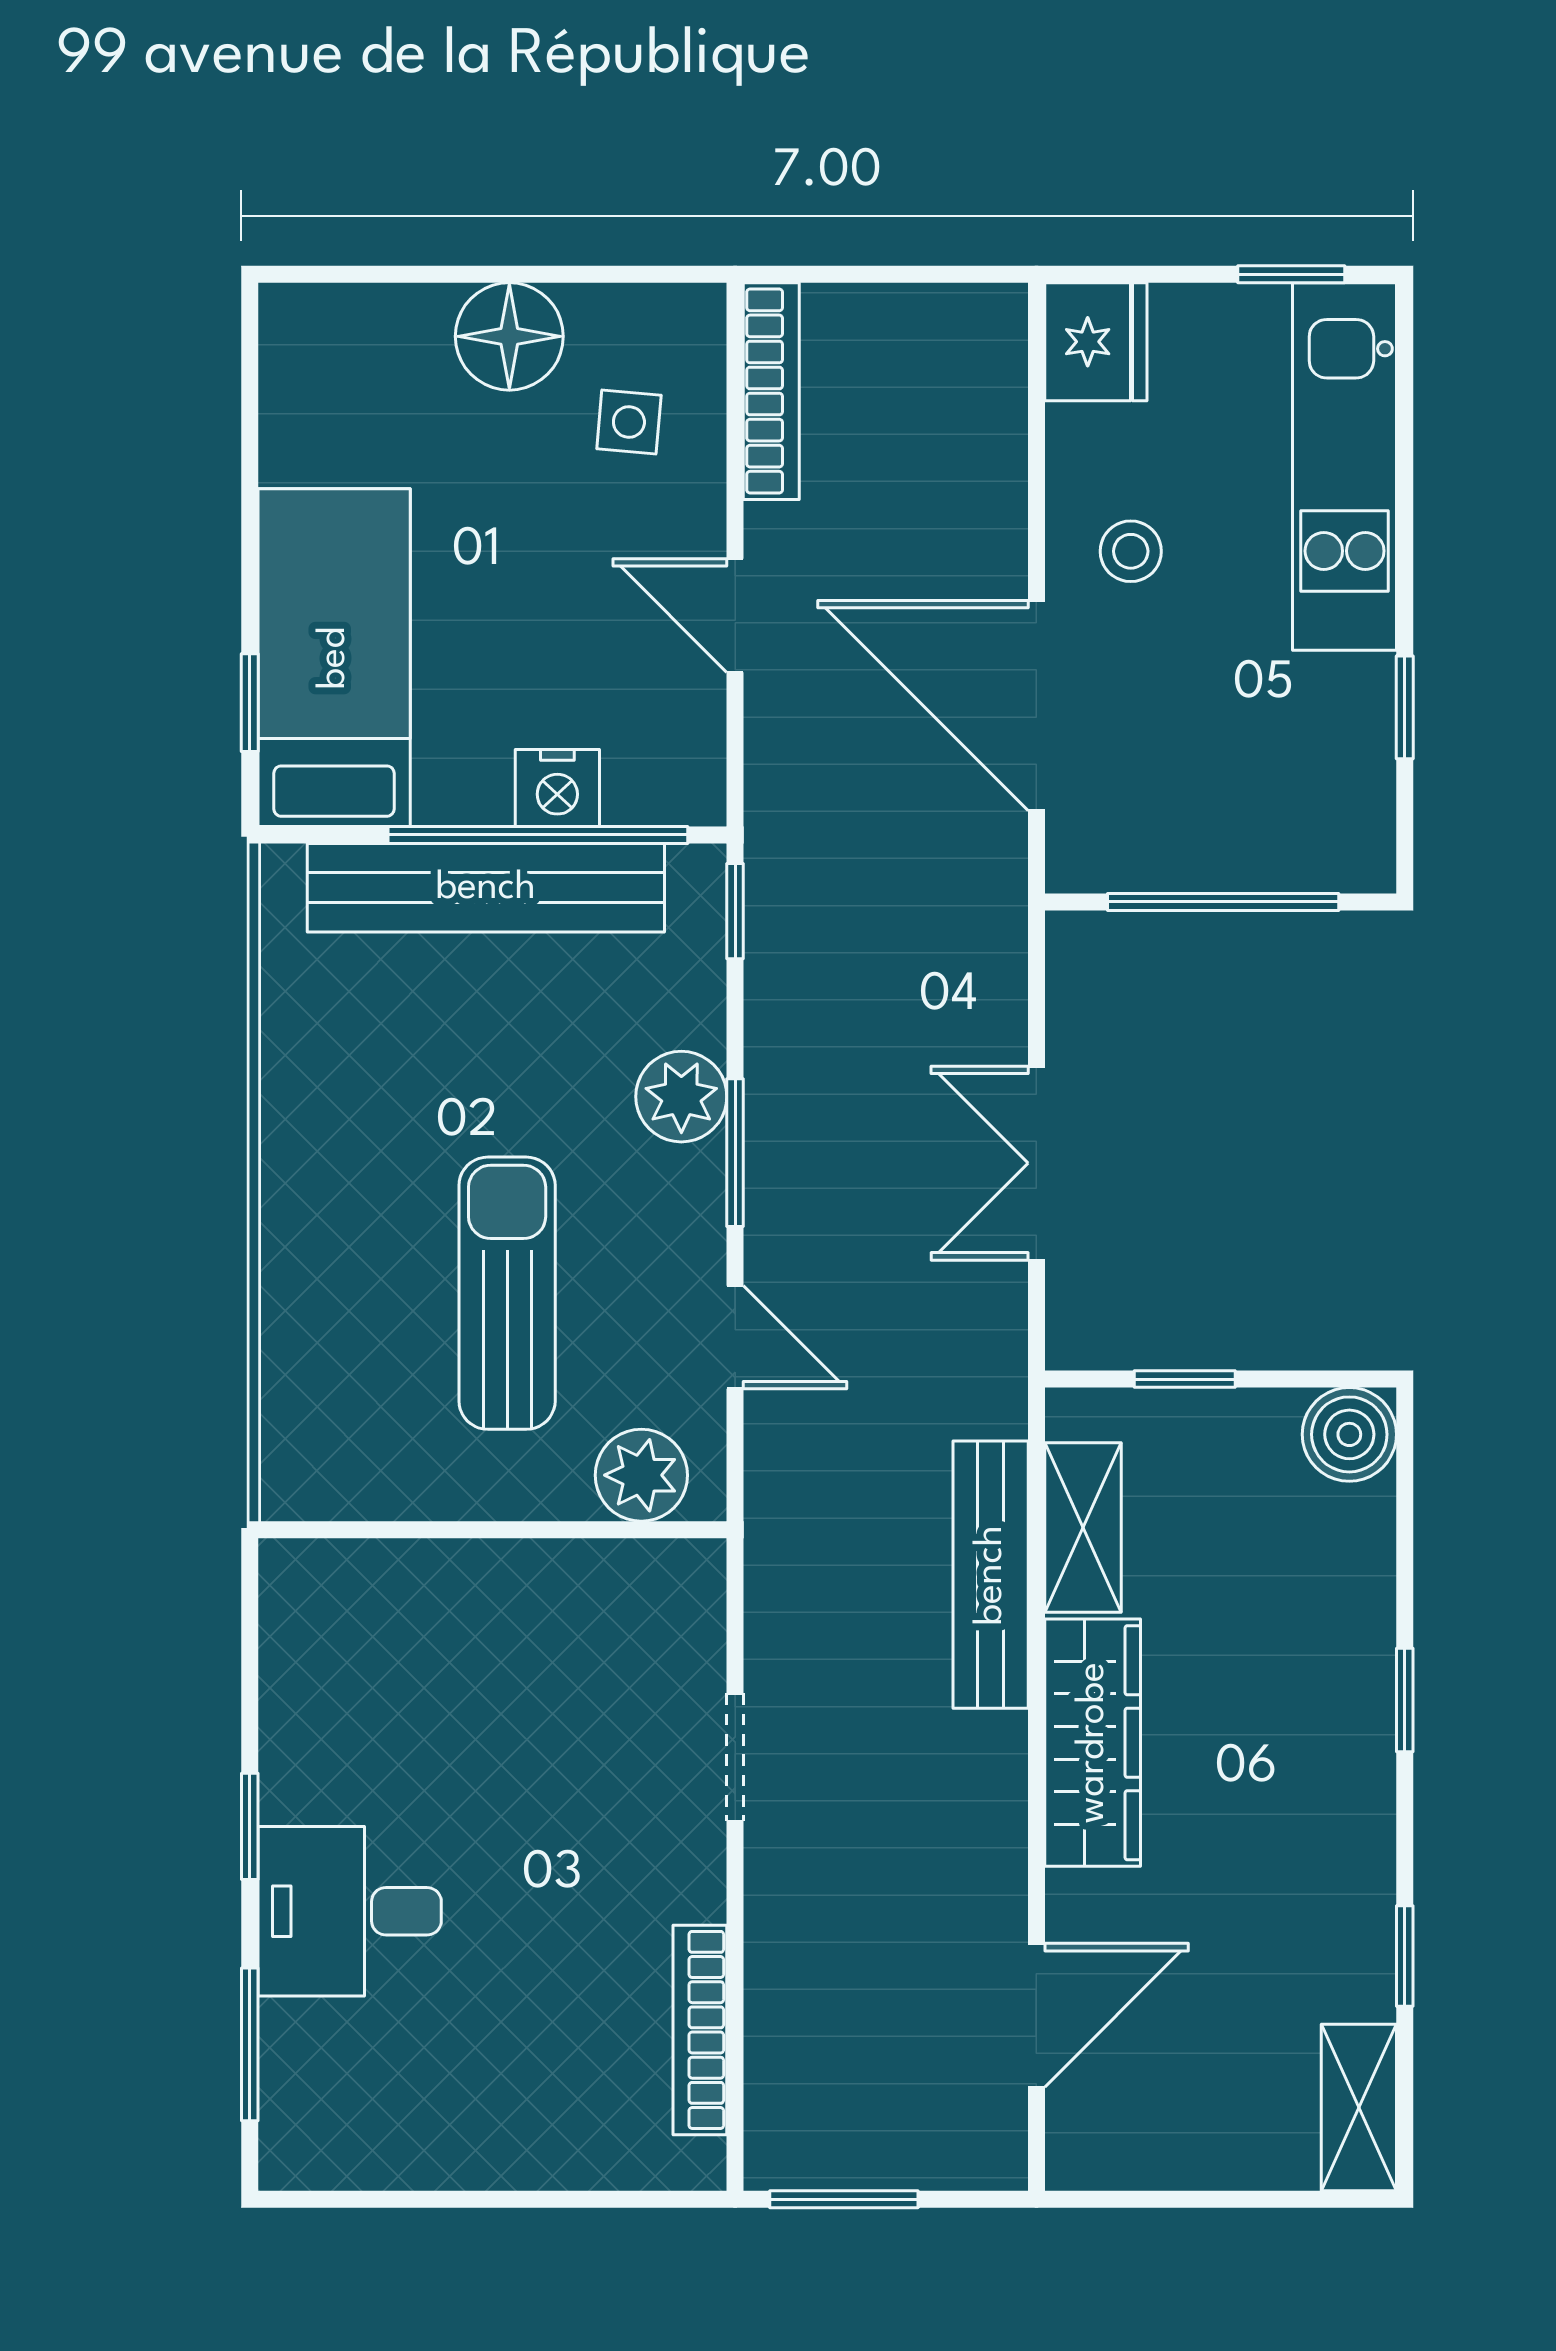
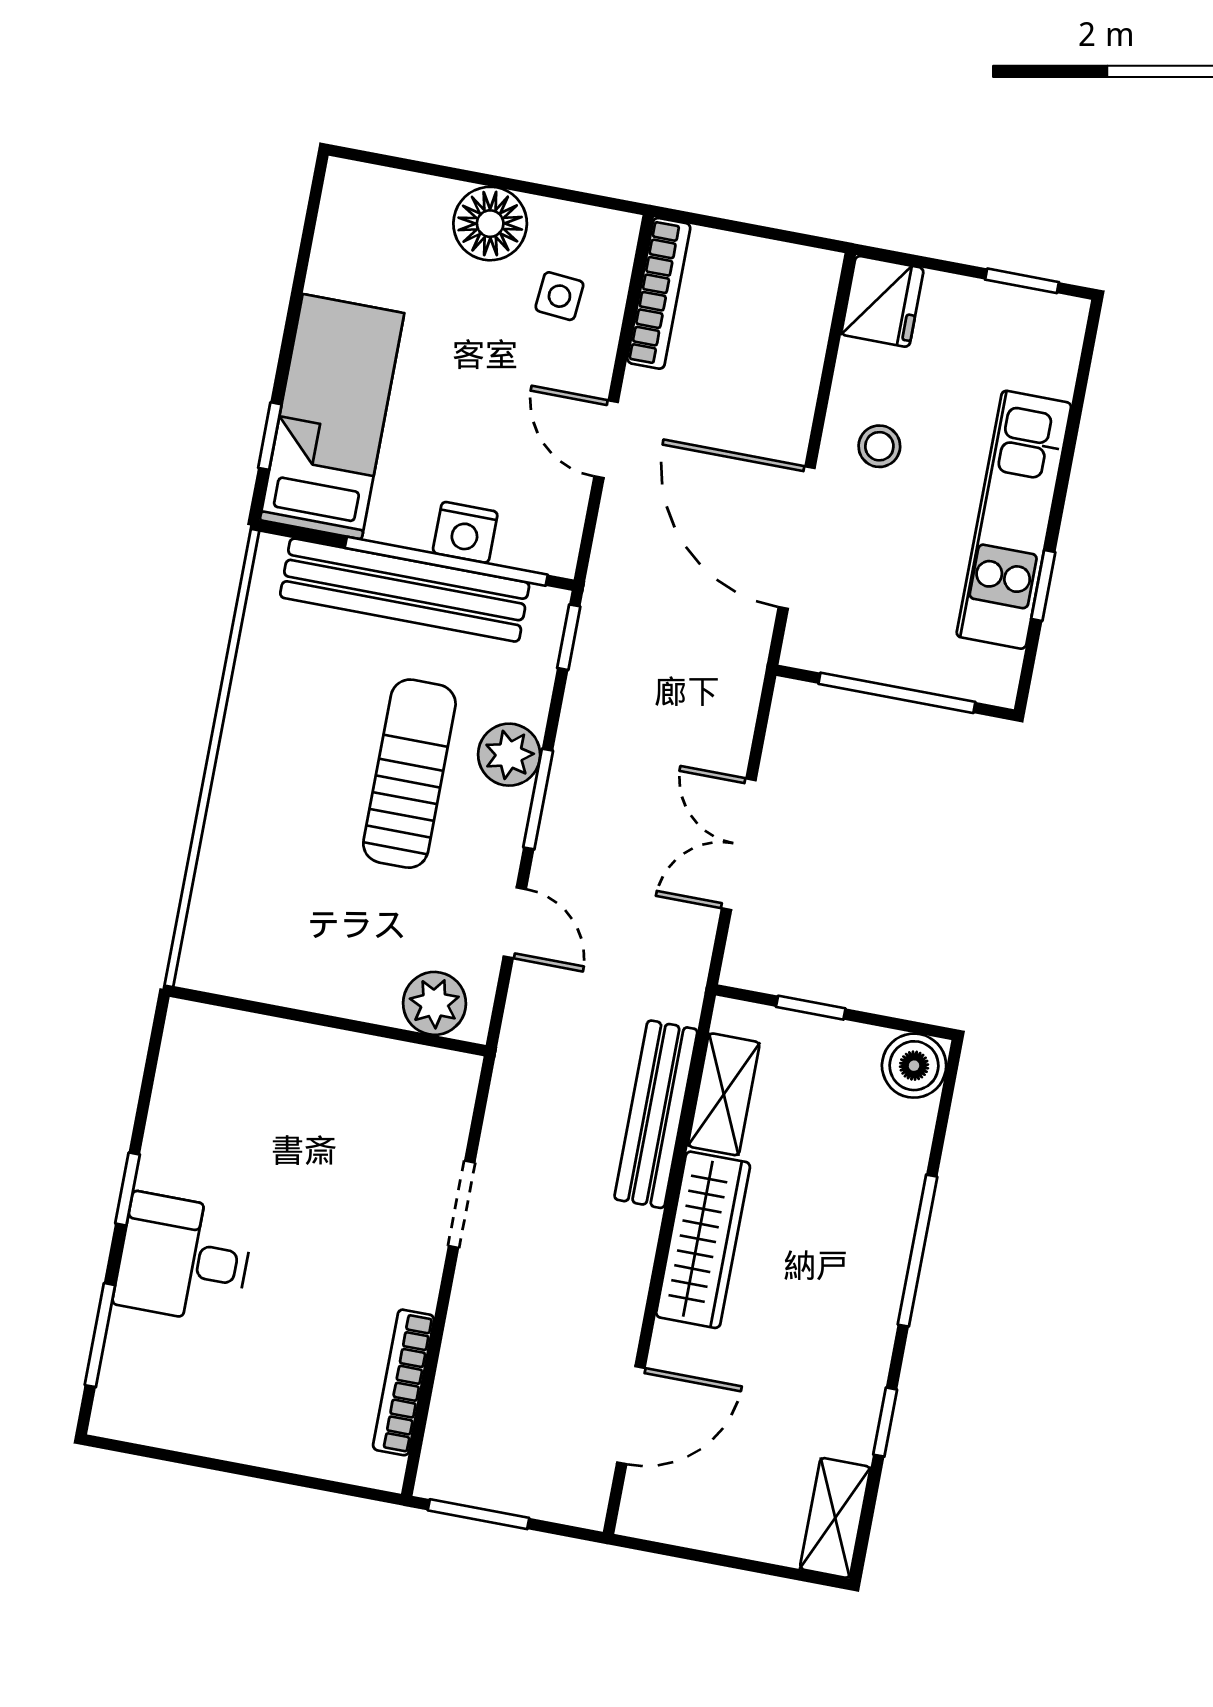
kitchen unit: (1345, 466) -> (1014, 520), moved
sun lounger: (507, 1293) -> (409, 774), moved
window: (1405, 1700) -> (918, 1251), width x2.17

